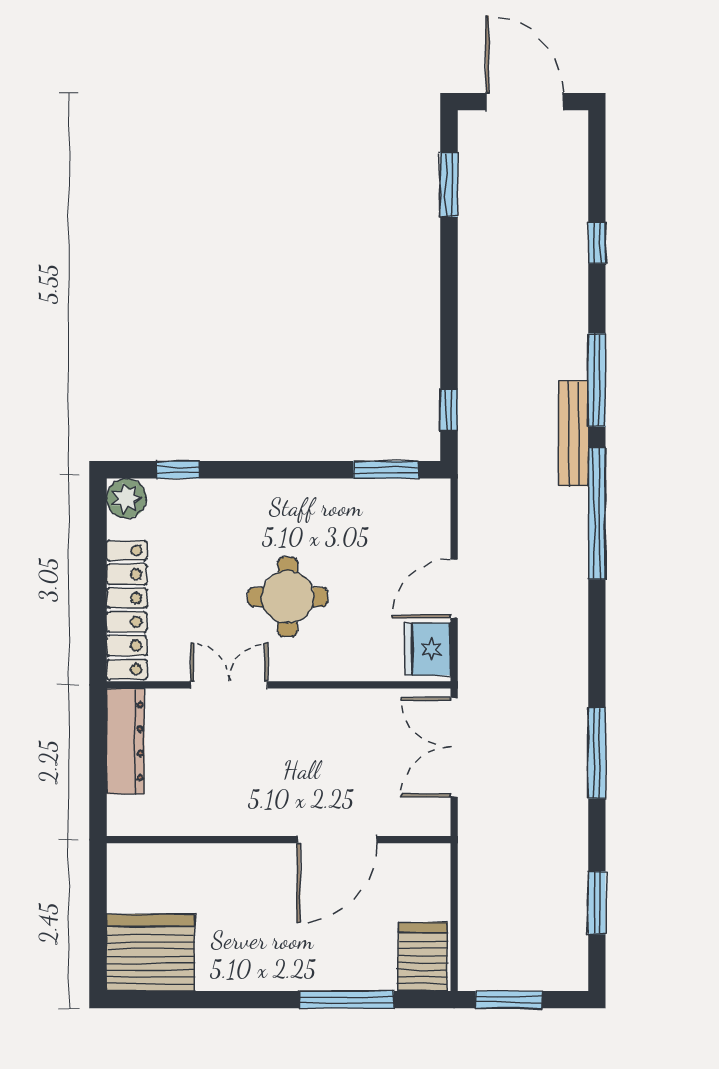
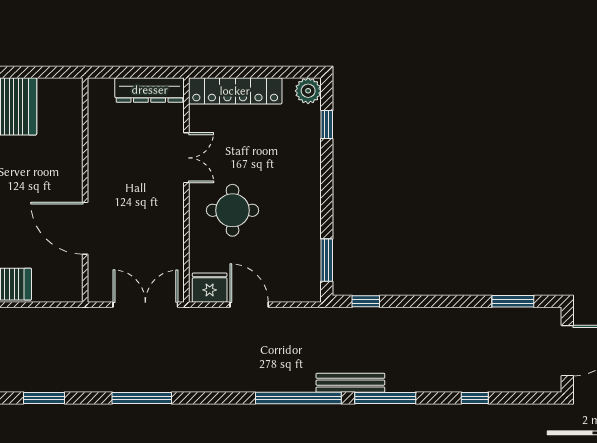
round table: (288, 597) -> (233, 210), moved

